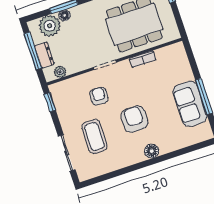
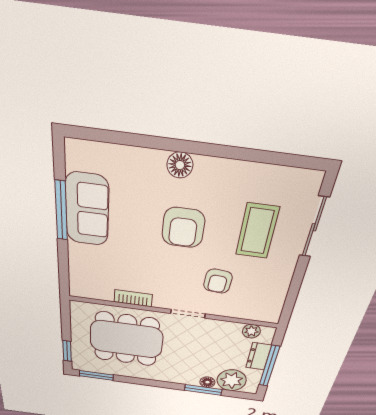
window: (50, 102) -> (289, 304), removed

